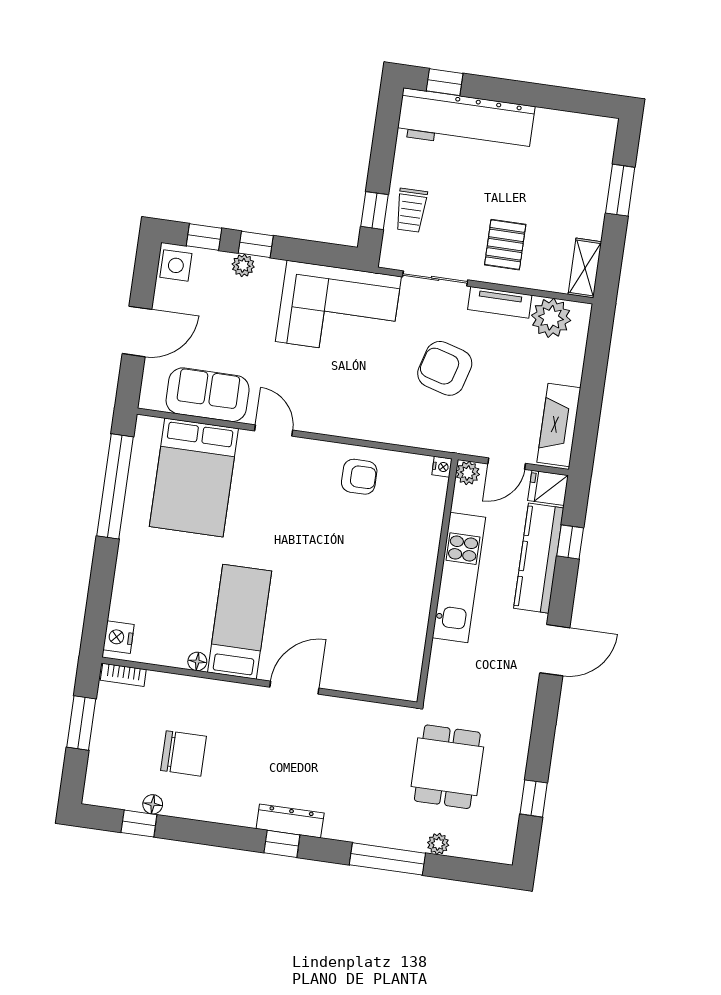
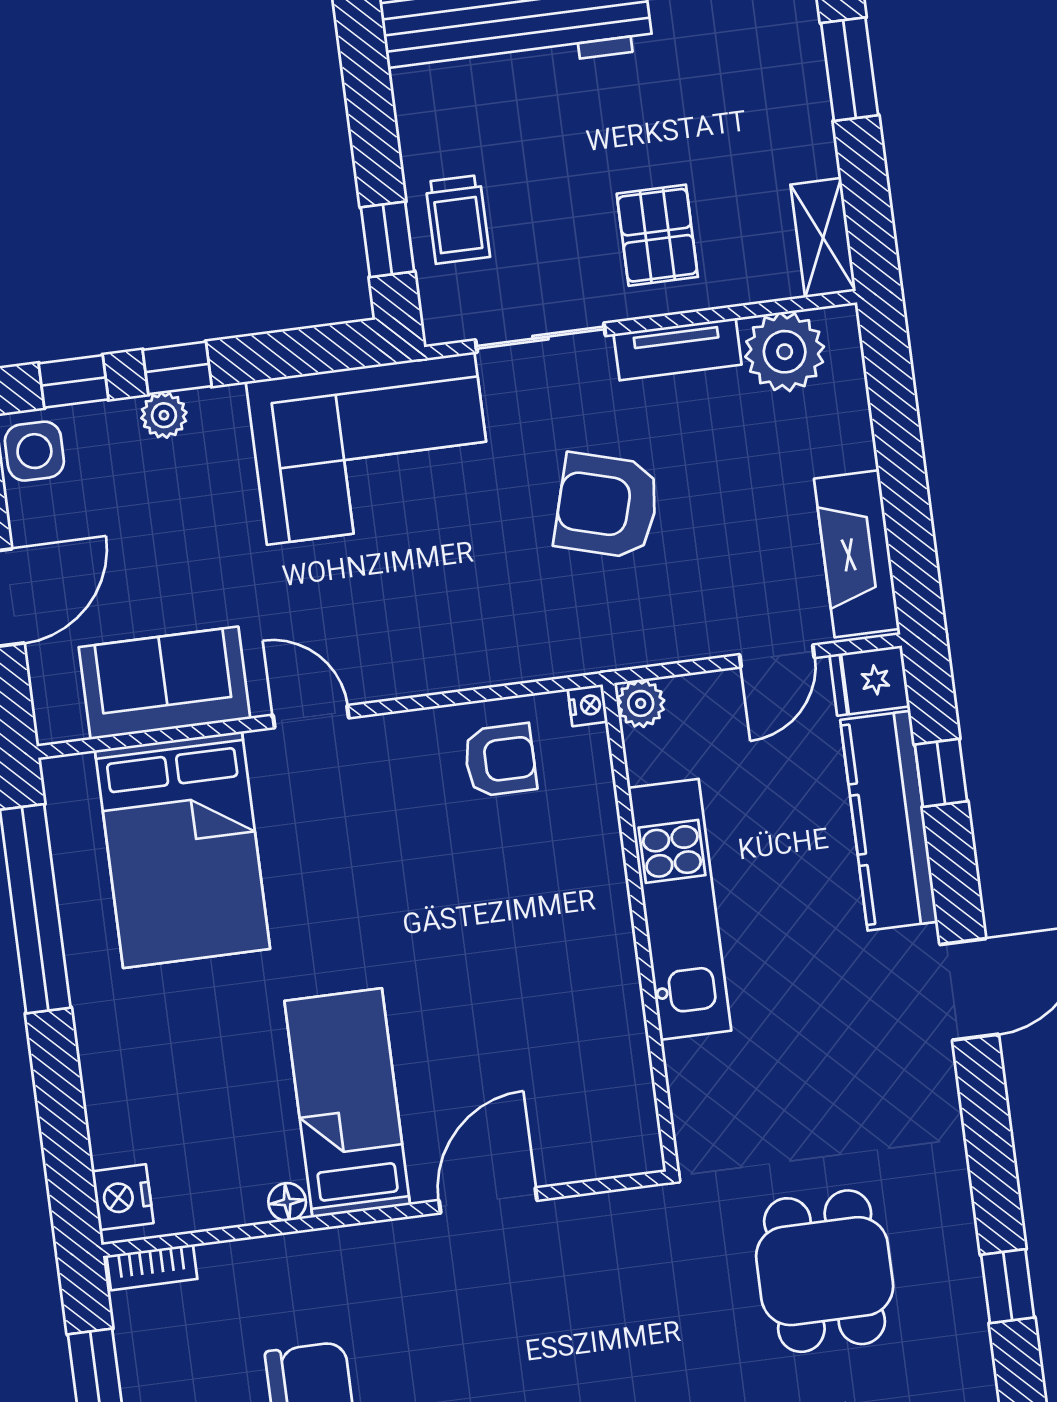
nightstand: (442, 467) -> (588, 705), moved
plant: (468, 473) -> (641, 703), moved
kitchen unit: (459, 578) -> (679, 909), moved
wall: (438, 581) -> (640, 927), moved

